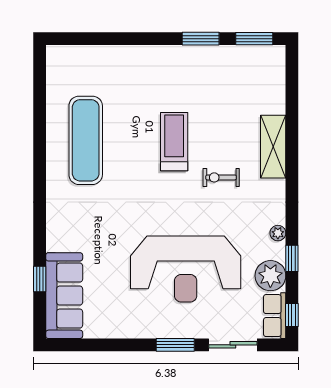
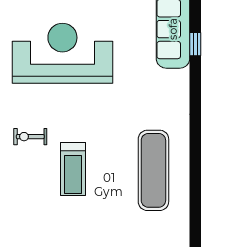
exercise bike: (221, 177) -> (30, 137), turned 180

